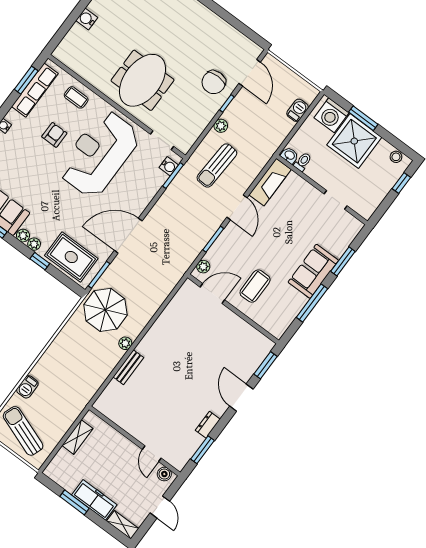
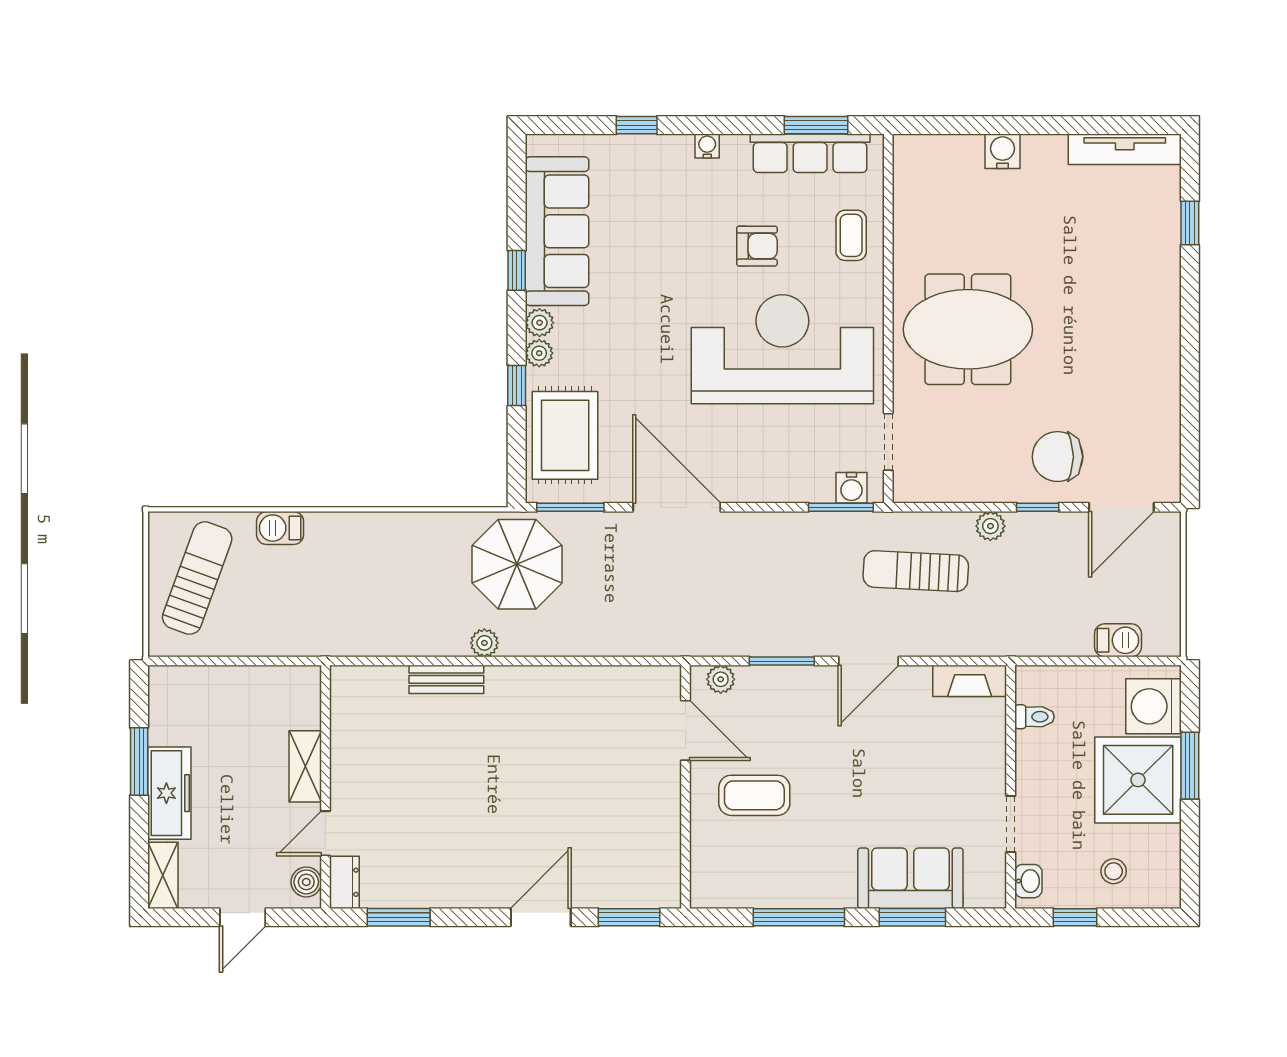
washbasin: (289, 155) -> (1028, 881), moved
stool: (396, 157) -> (1114, 871), moved
fireplace: (270, 182) -> (970, 681), width x0.73, depth x0.76
window: (401, 183) -> (1075, 917), moved
sofa: (313, 271) -> (910, 878), moved
dresser: (208, 425) -> (344, 882), moved, turned 90
shelving: (77, 437) -> (305, 766), moved, turned 90

